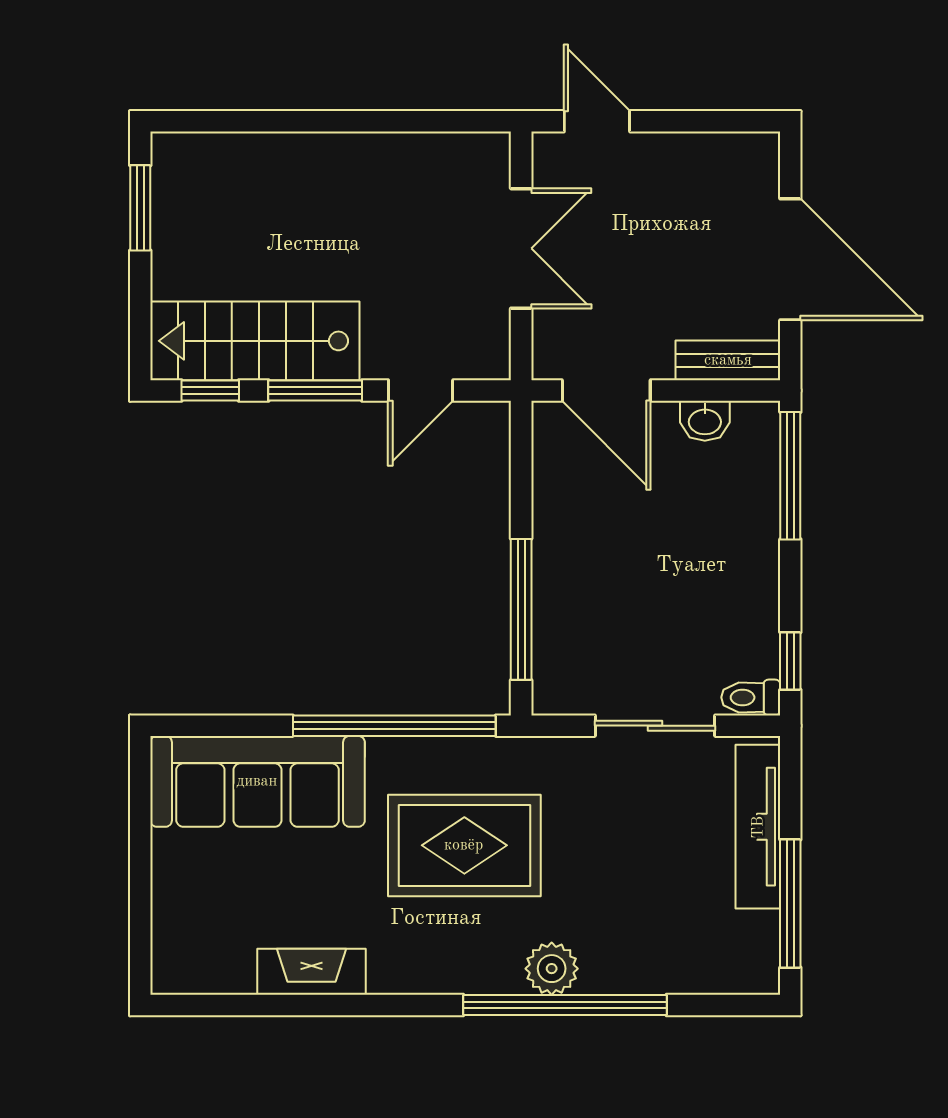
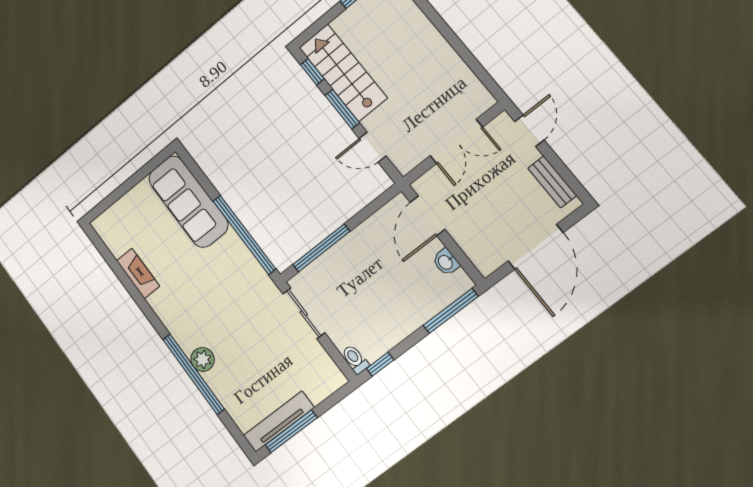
bench: (728, 360) -> (552, 182), moved
sliding door: (655, 726) -> (304, 313), moved
tv unit: (758, 827) -> (279, 422), moved
rug: (464, 845) -> (222, 294), removed

